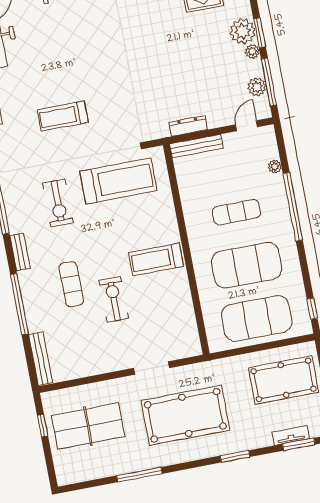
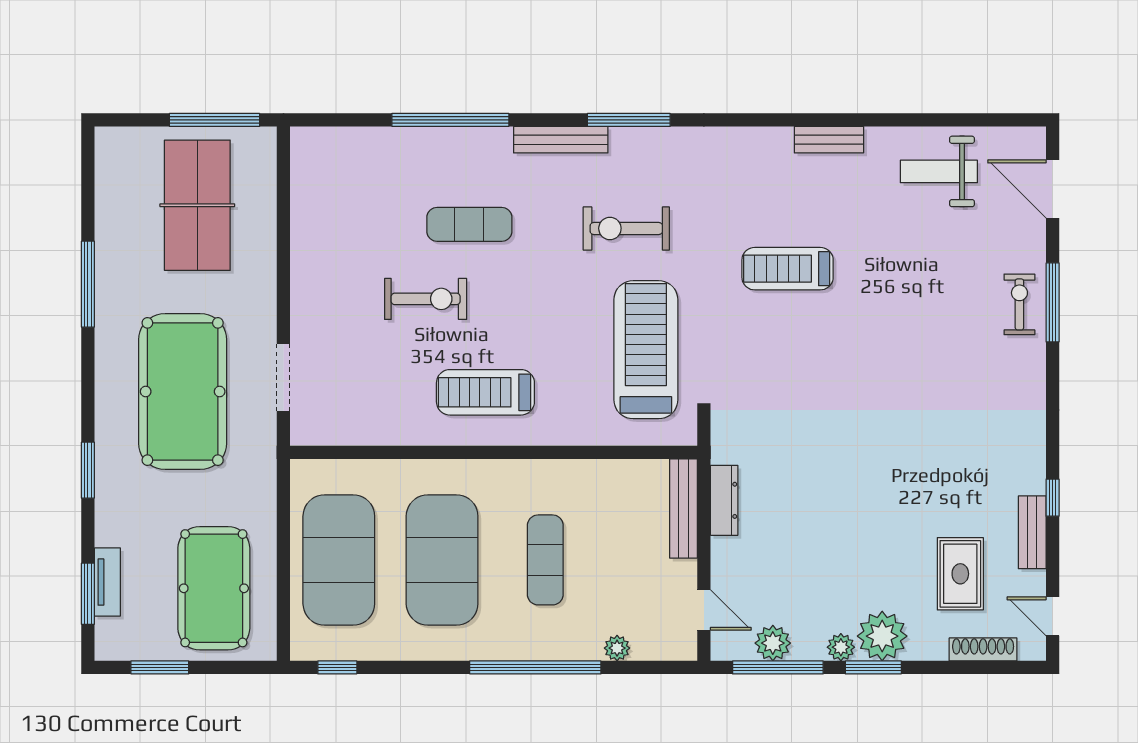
treadmill: (63, 116) -> (788, 269), turned -90
treadmill: (118, 181) -> (646, 350), turned 180
bench: (20, 252) -> (561, 140), width x1.36
treadmill: (156, 259) -> (485, 392), turned -90
bench: (41, 358) -> (341, 140), removed
doorway: (152, 368) -> (283, 377), moved
window: (43, 426) -> (214, 120), width x2.17

